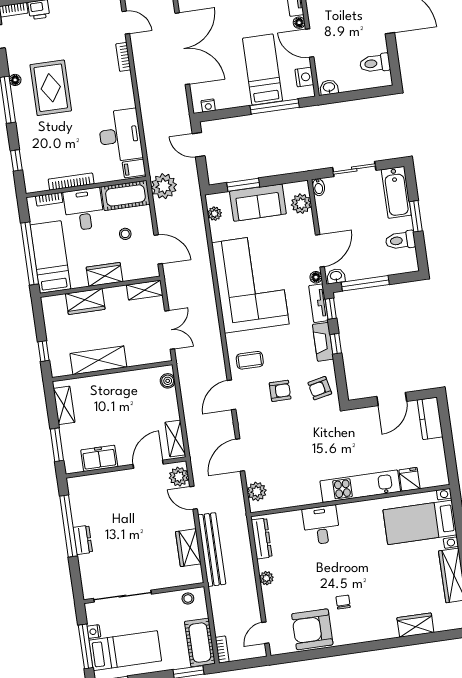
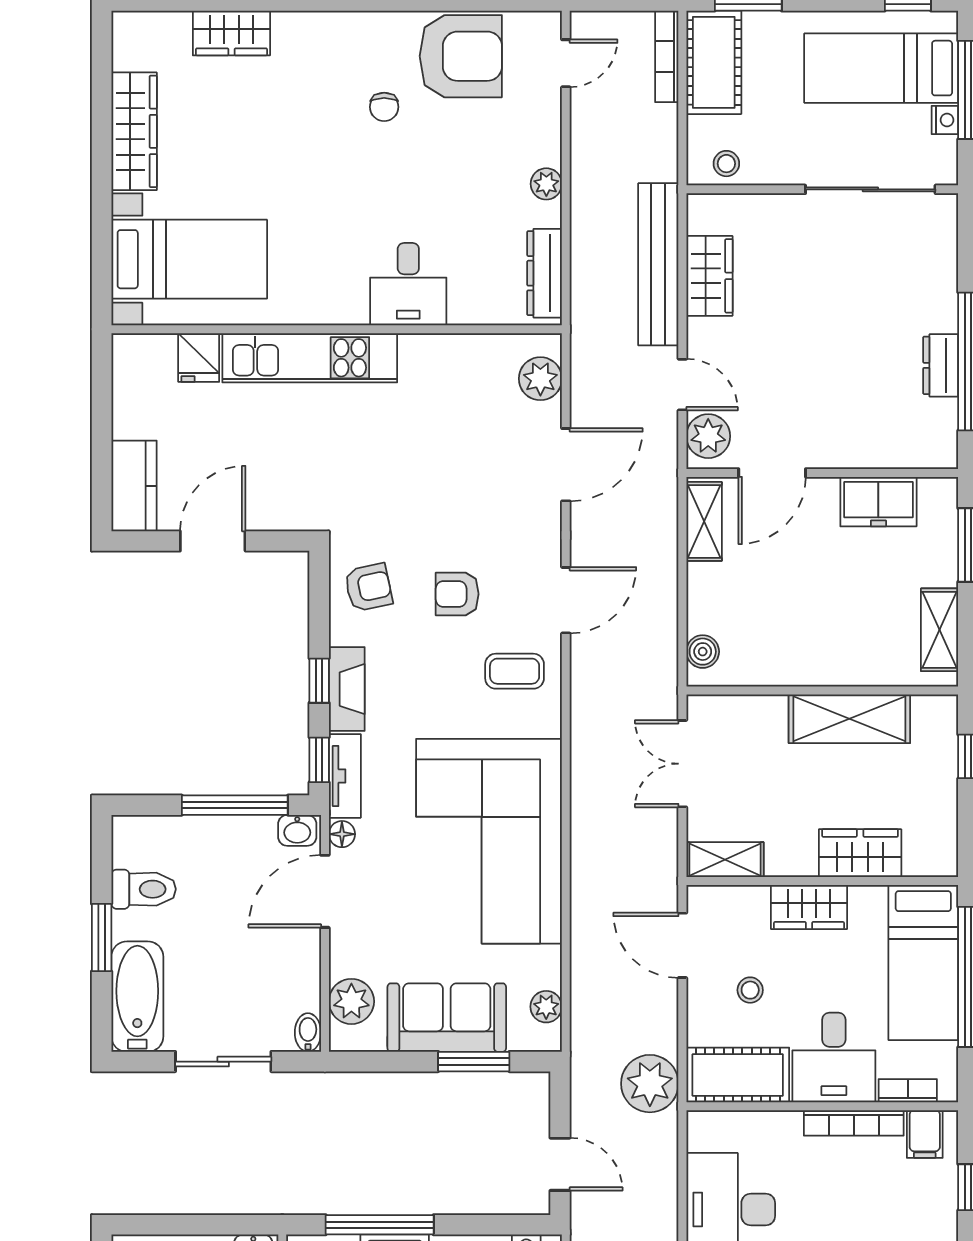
filing cabinet: (134, 169) -> (925, 1134), moved, turned 90
dresser: (83, 540) -> (941, 365), moved
bookcase: (222, 650) -> (667, 56), width x1.56

